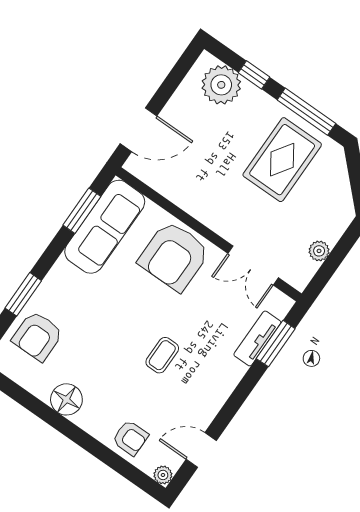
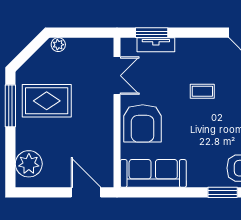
window: (254, 75) -> (10, 149), removed
window: (82, 211) -> (153, 192), removed
plant: (319, 251) -> (58, 45), moved
armchair: (174, 256) -> (143, 123), turned 90

